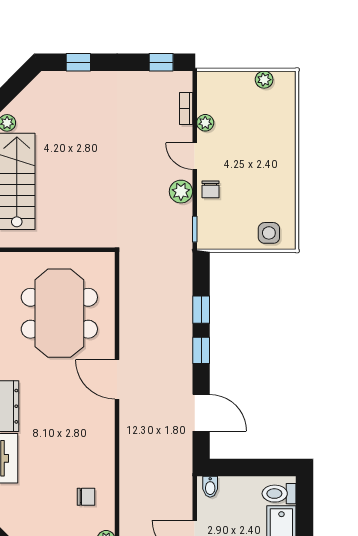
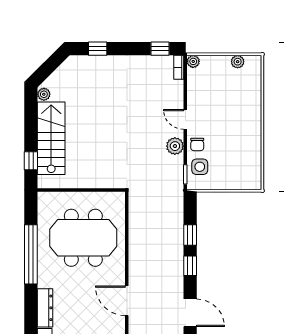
bookcase: (186, 108) -> (179, 67), moved
plant: (205, 123) -> (193, 61), moved
side table: (269, 233) -> (200, 167), moved
meeting table: (59, 313) -> (83, 238), turned 90
door: (117, 379) -> (127, 301), moved

